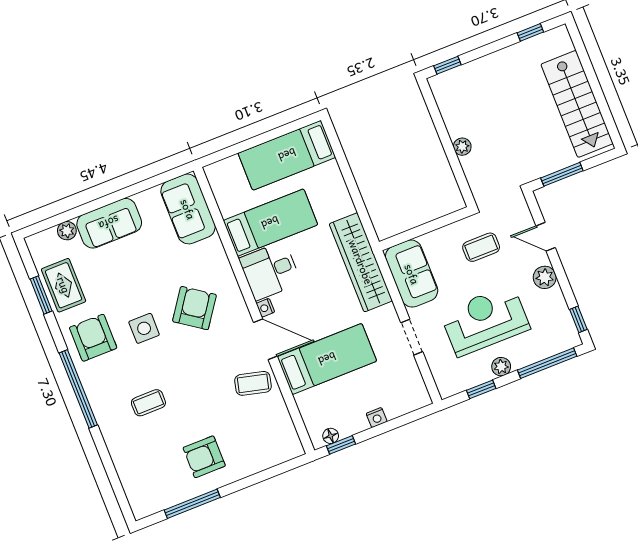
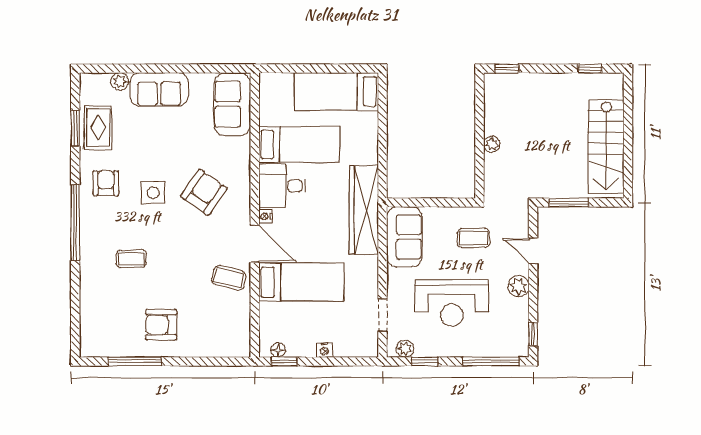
reception desk: (485, 320) -> (452, 303), turned 180
doorway: (412, 337) -> (383, 315), moved
armchair: (93, 338) -> (106, 183), width x0.72, depth x0.72
plant: (501, 367) -> (405, 349), moved

